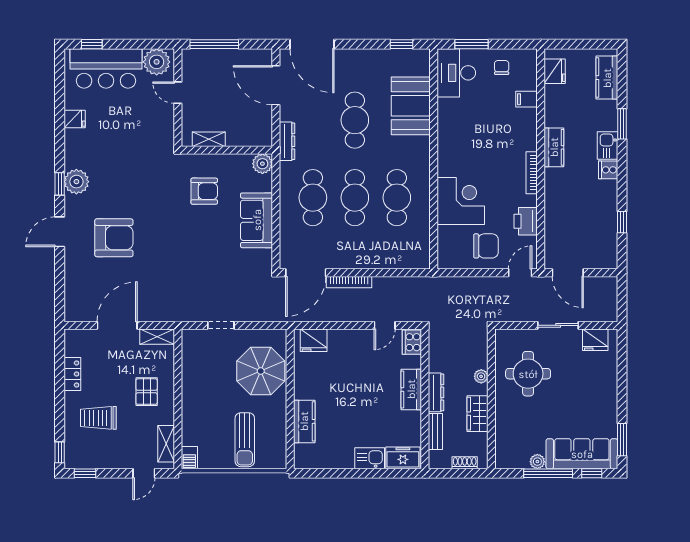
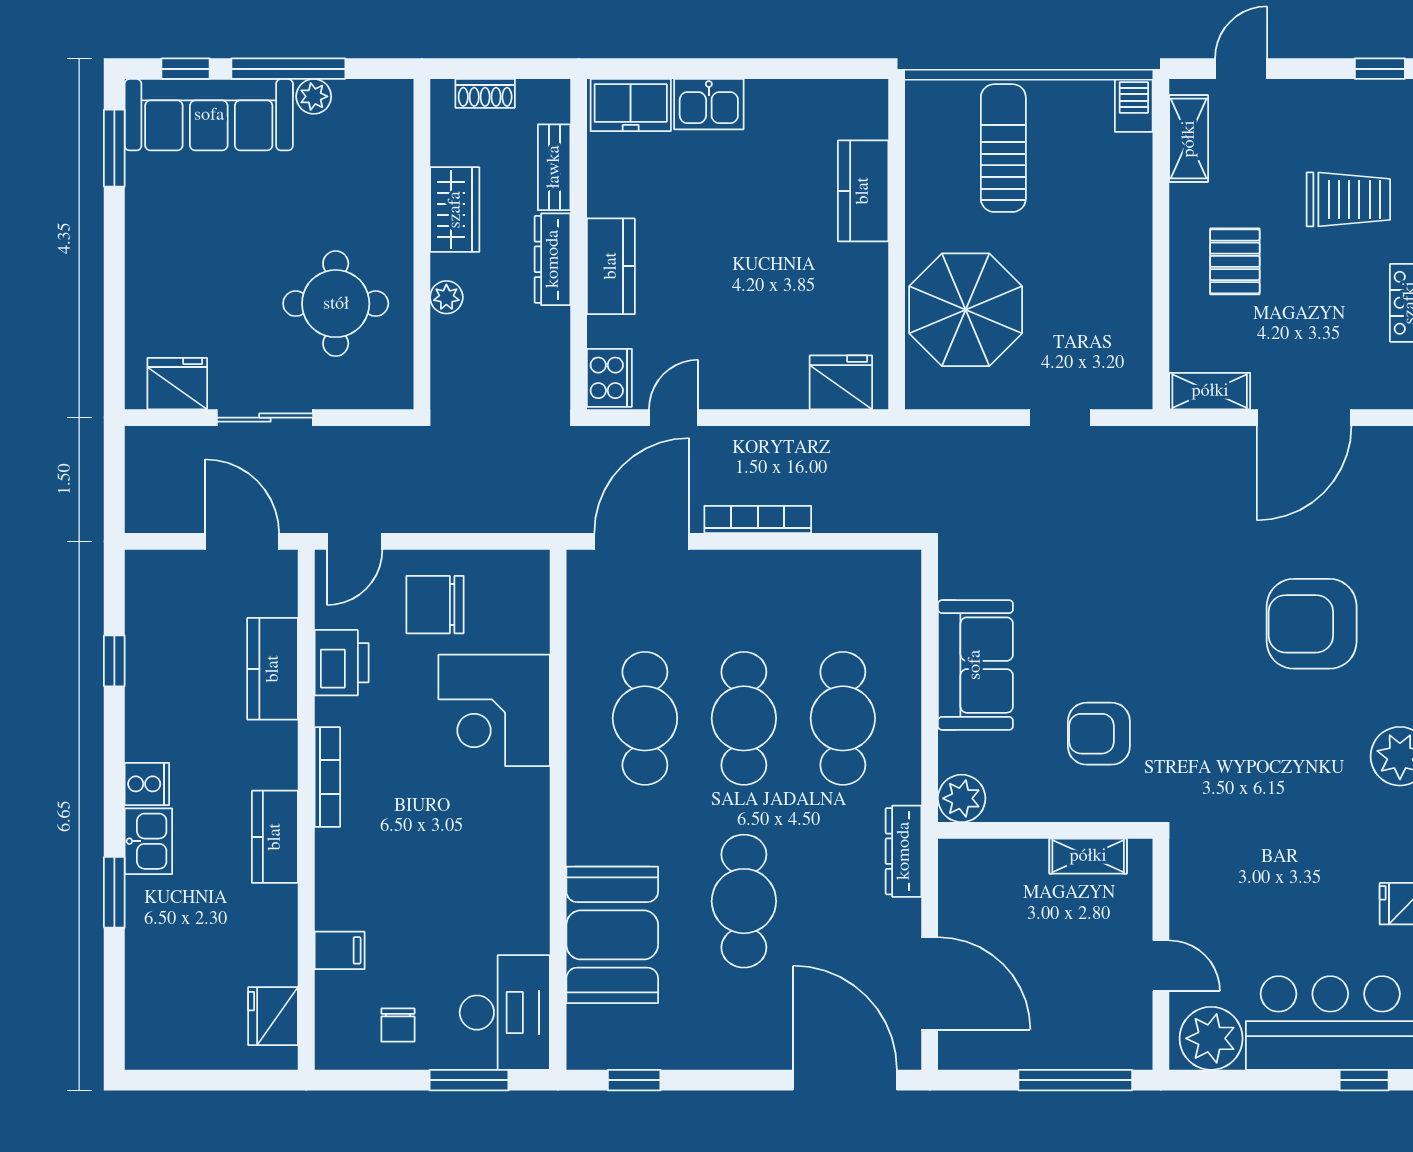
kitchen counter: (607, 78) -> (273, 669), moved, turned 180
door: (306, 273) -> (642, 541), moved

